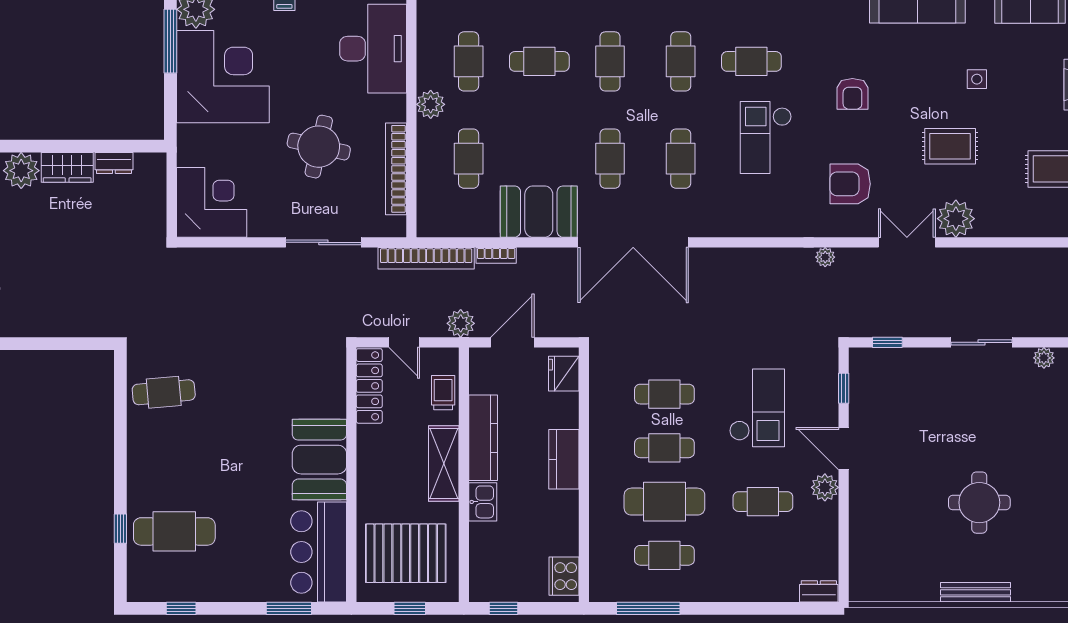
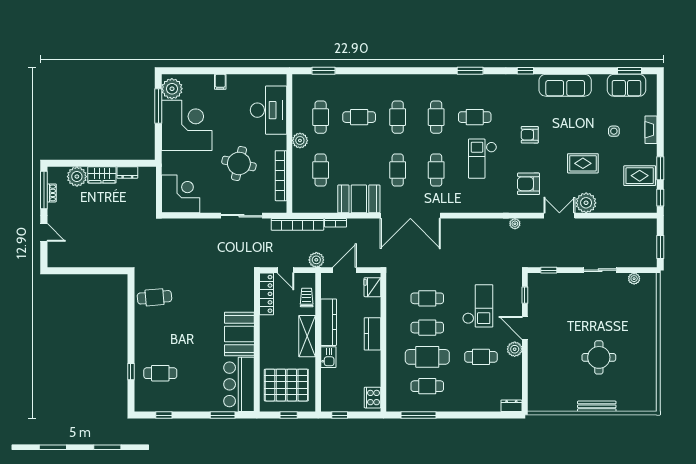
side table: (977, 79) -> (614, 131), moved
armchair: (852, 94) -> (530, 135), turned 90
cafe table: (174, 531) -> (160, 373), width x0.73, depth x0.74

